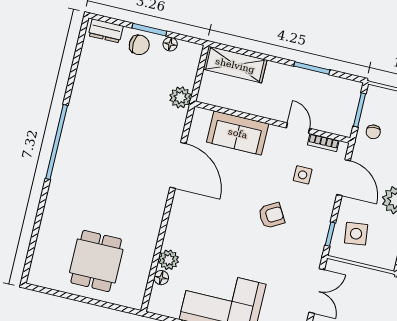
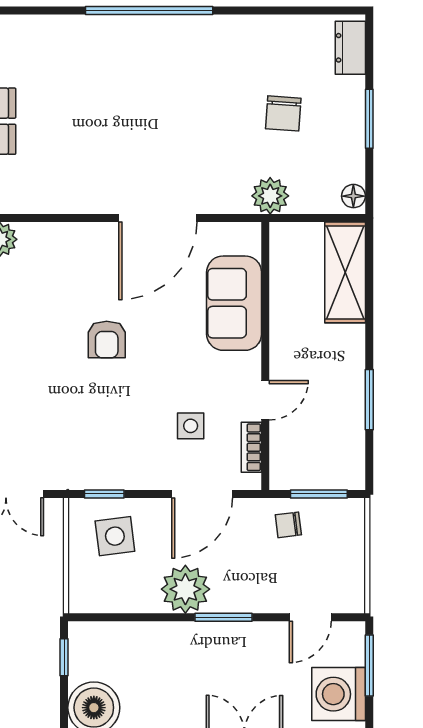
floor lamp: (170, 44) -> (353, 196), moved
chair: (139, 45) -> (283, 113), moved
armchair: (271, 215) -> (107, 339), moved, turned 30

